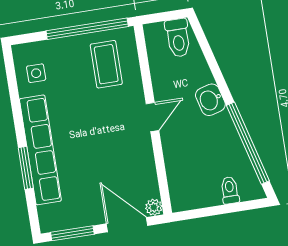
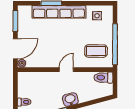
toilet: (178, 38) -> (103, 78), moved
door: (153, 117) -> (66, 70), swing flipped

